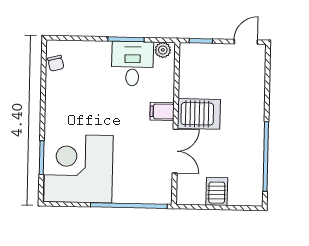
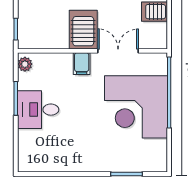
chair: (56, 63) -> (39, 163), removed
desk: (132, 64) -> (38, 110), moved
corner desk: (78, 169) -> (136, 107), moved

